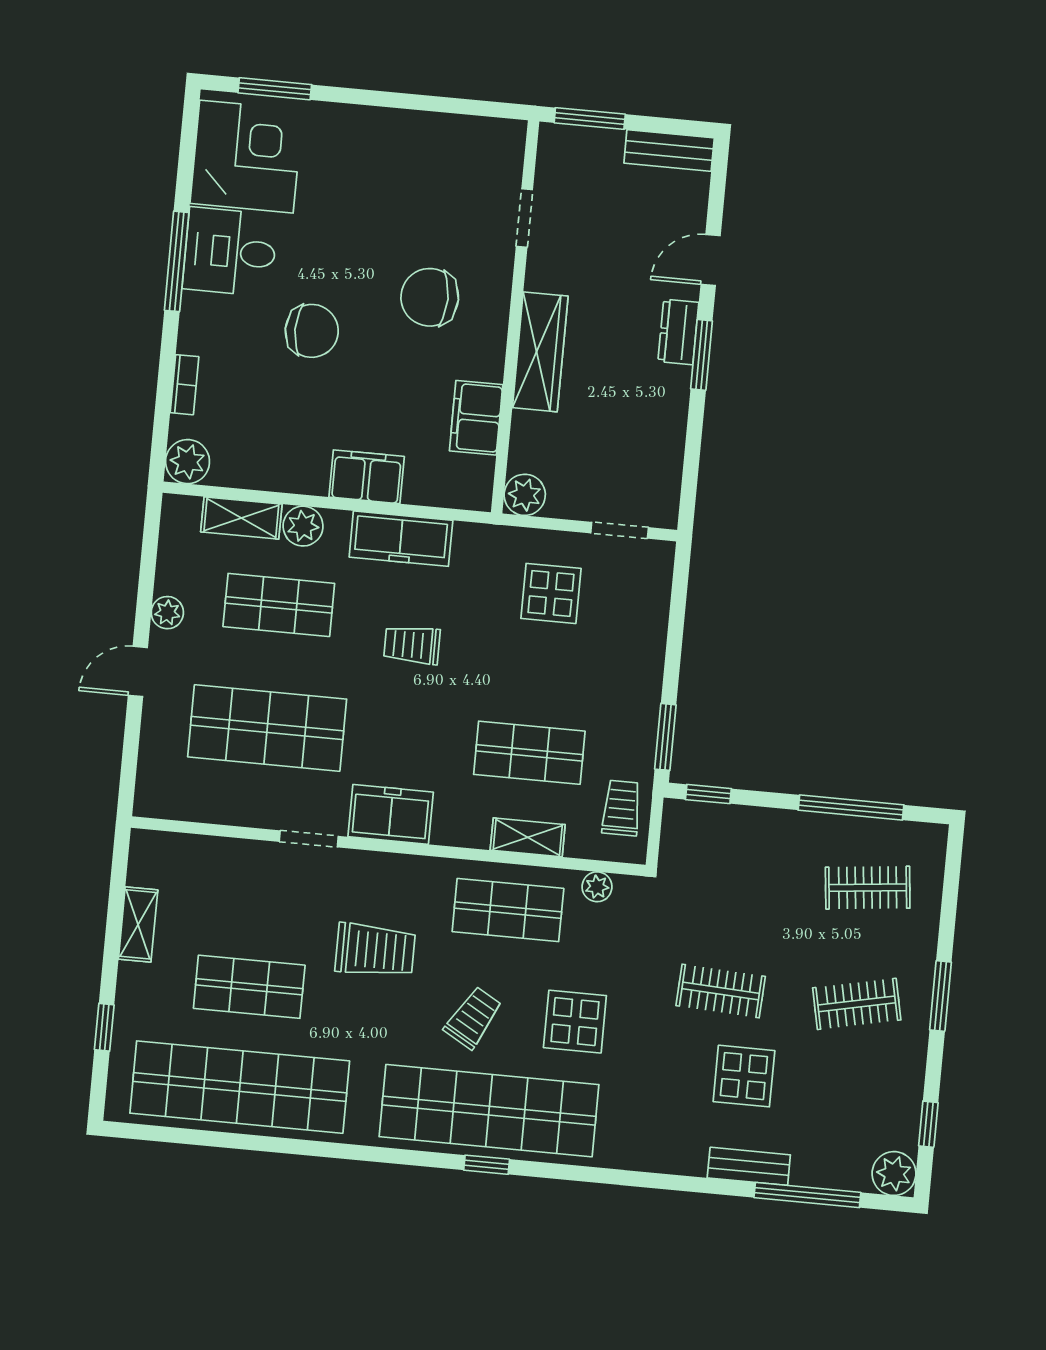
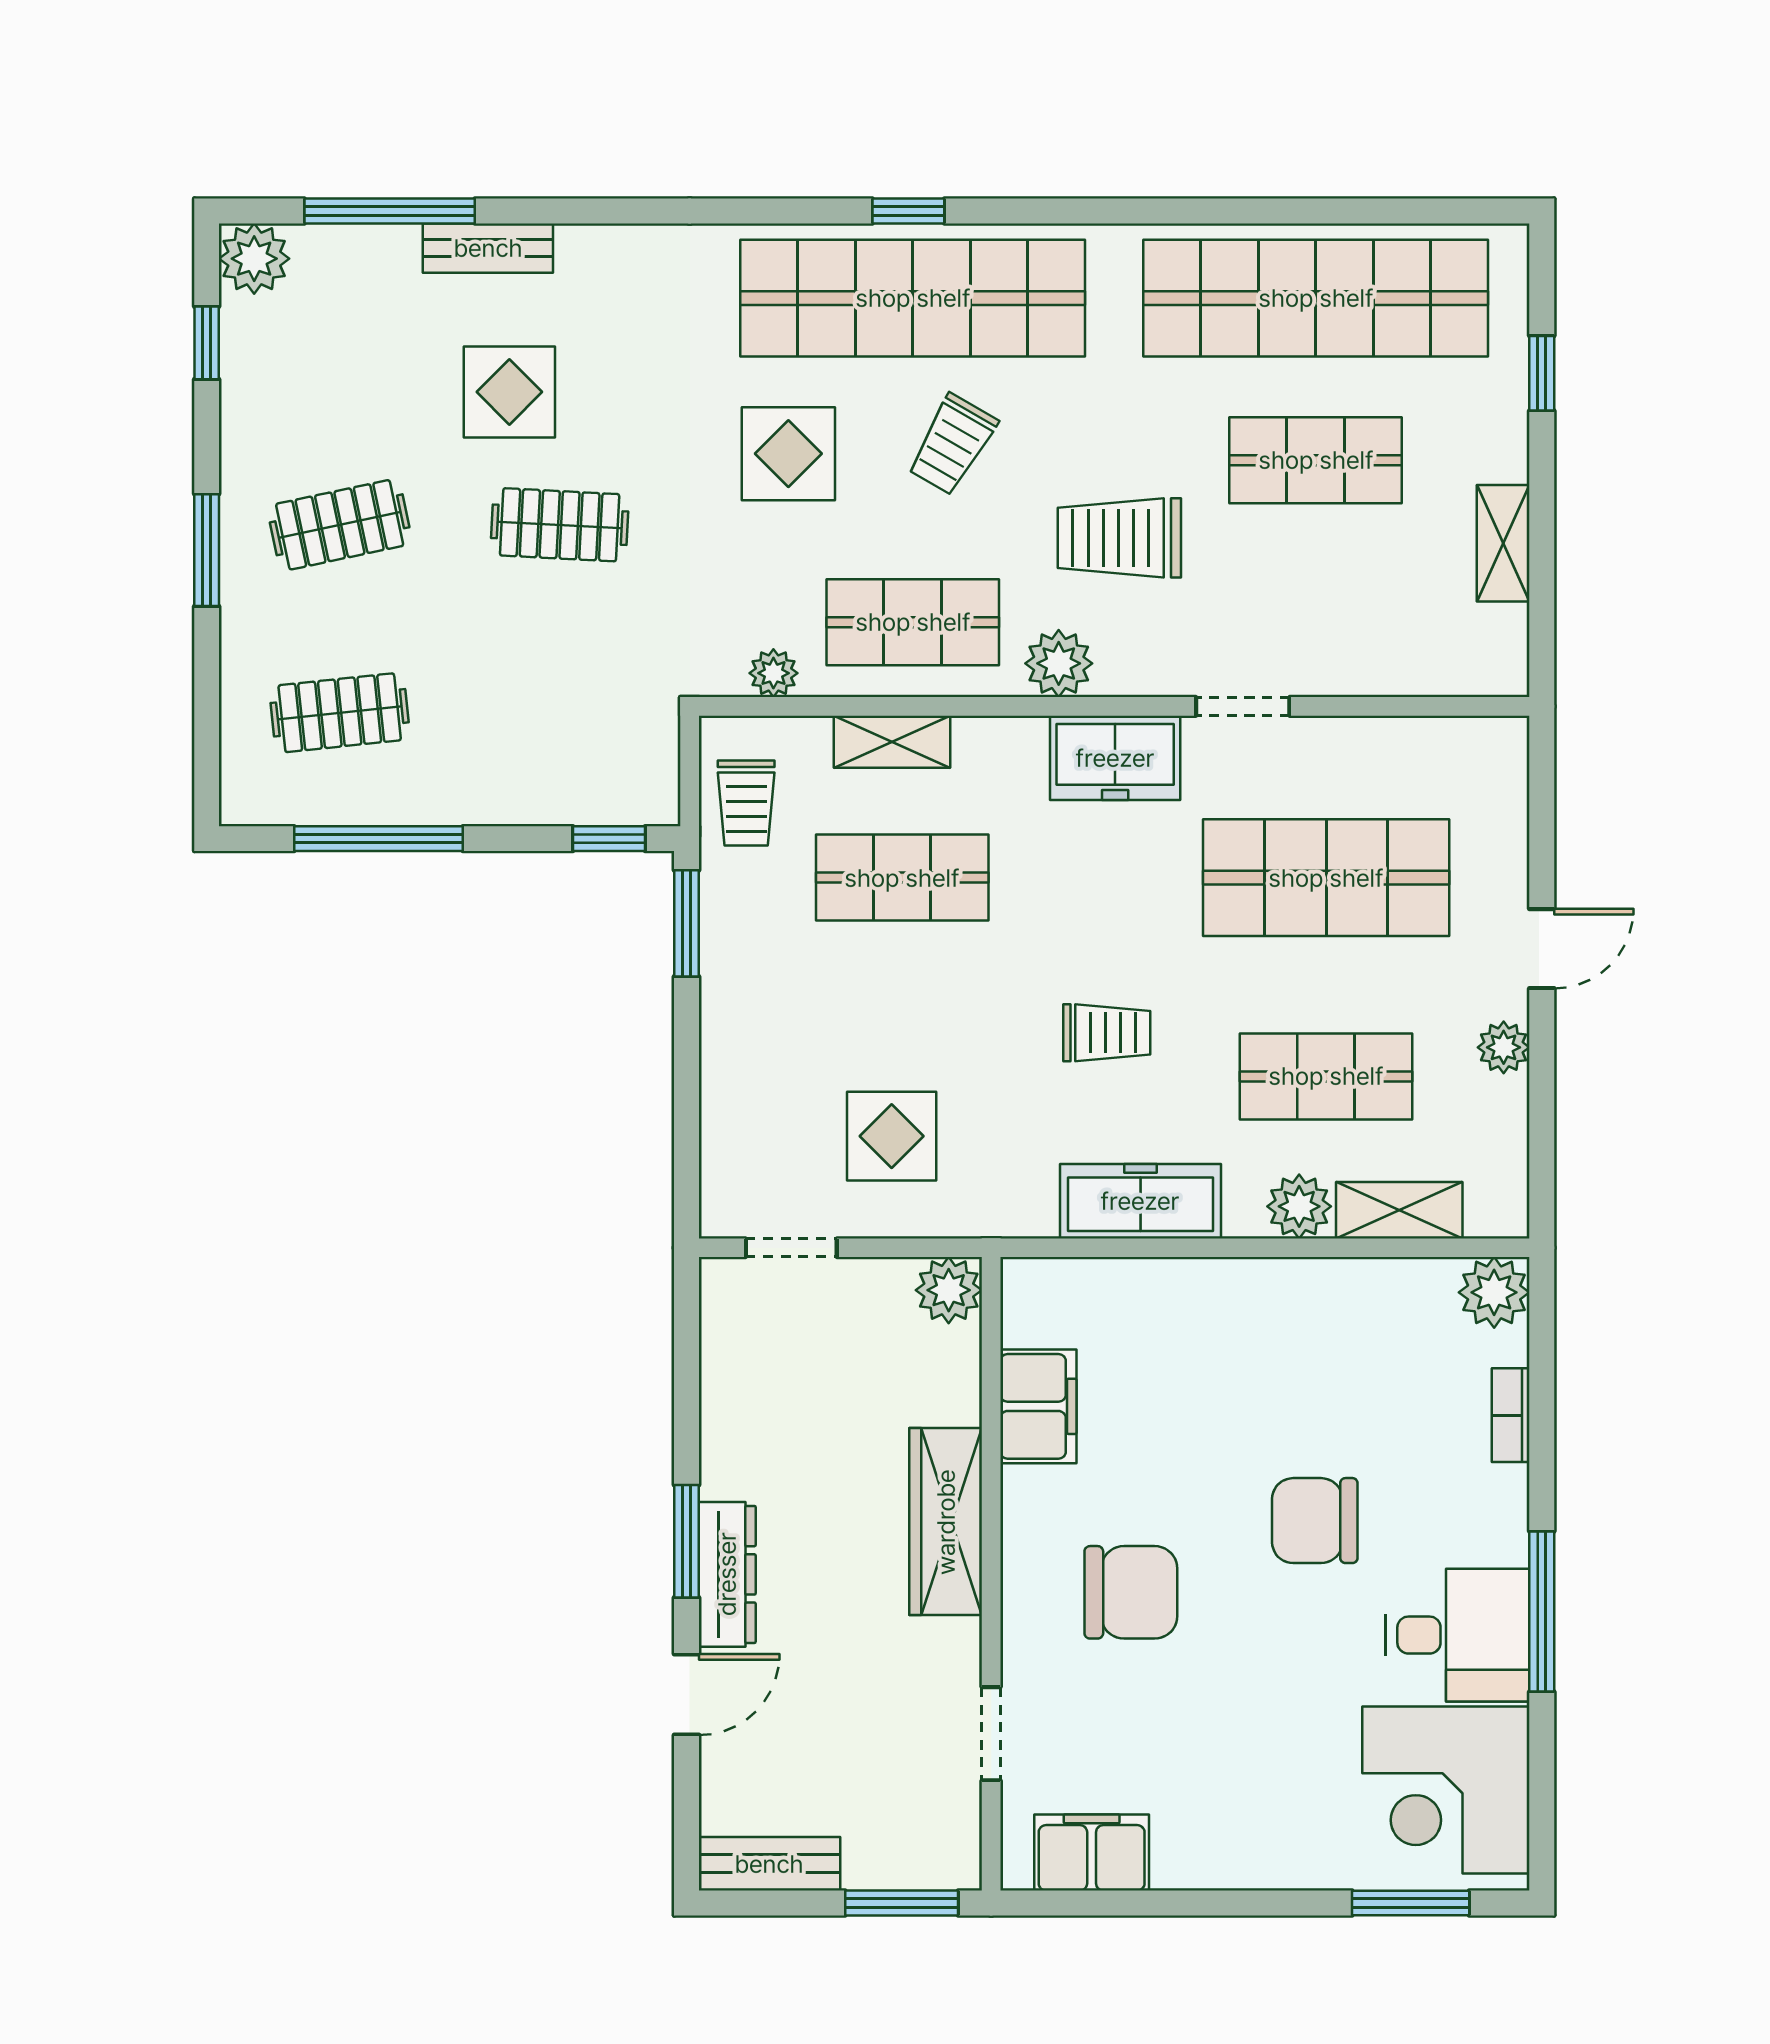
dresser: (678, 332) -> (727, 1574), width x1.44
filing cabinet: (367, 477) -> (1092, 1852), moved, turned 180
plant: (420, 876) -> (1059, 663), added

